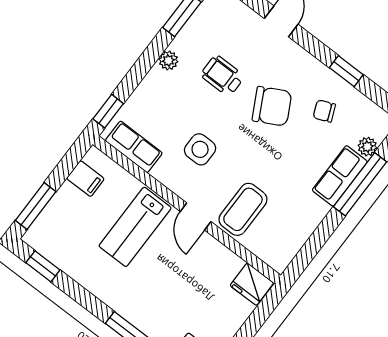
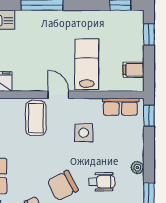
window: (36, 206) -> (149, 35), width x0.67

